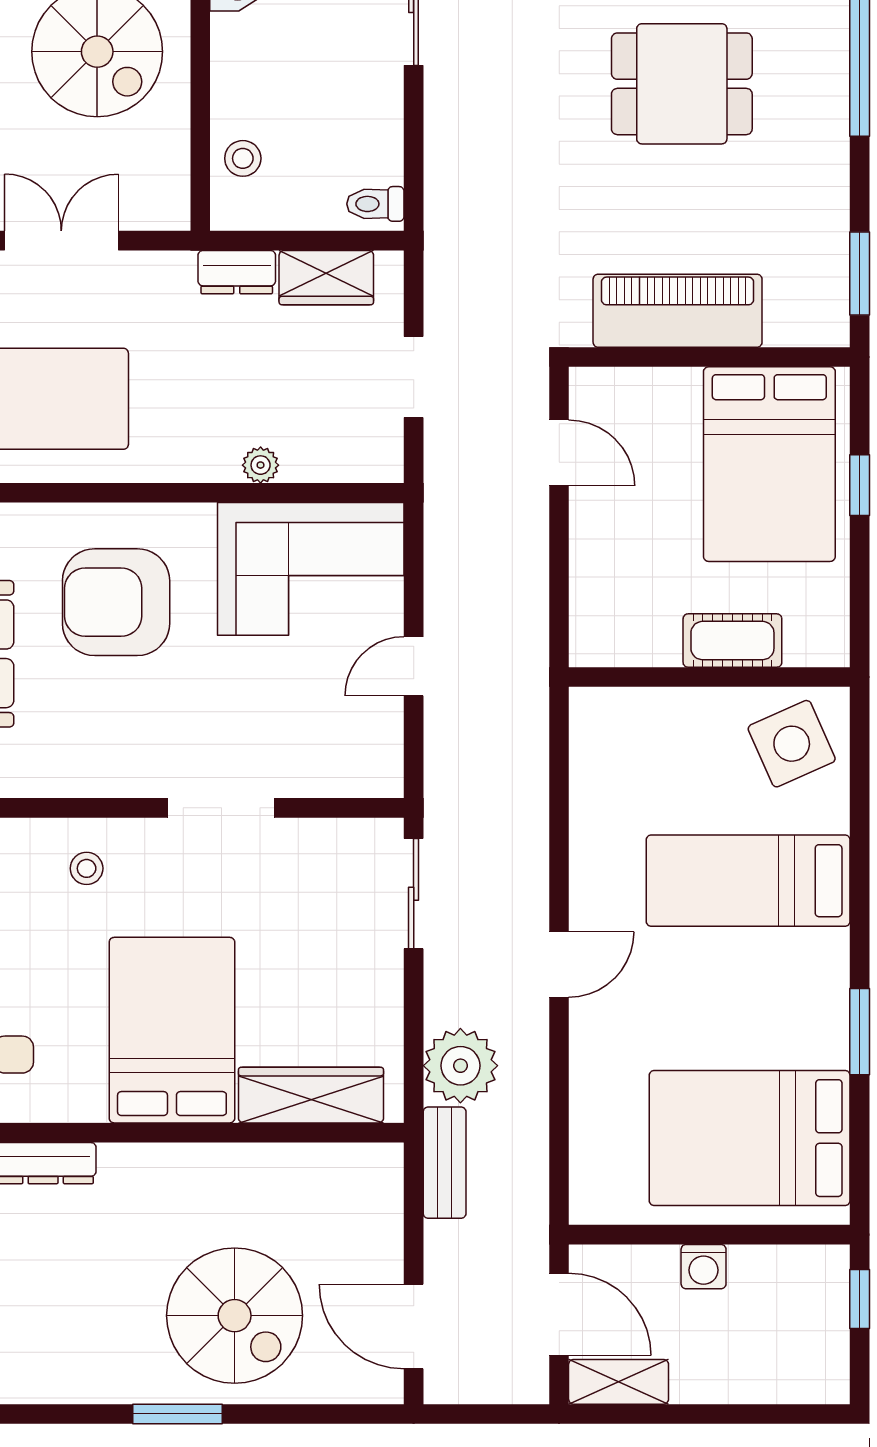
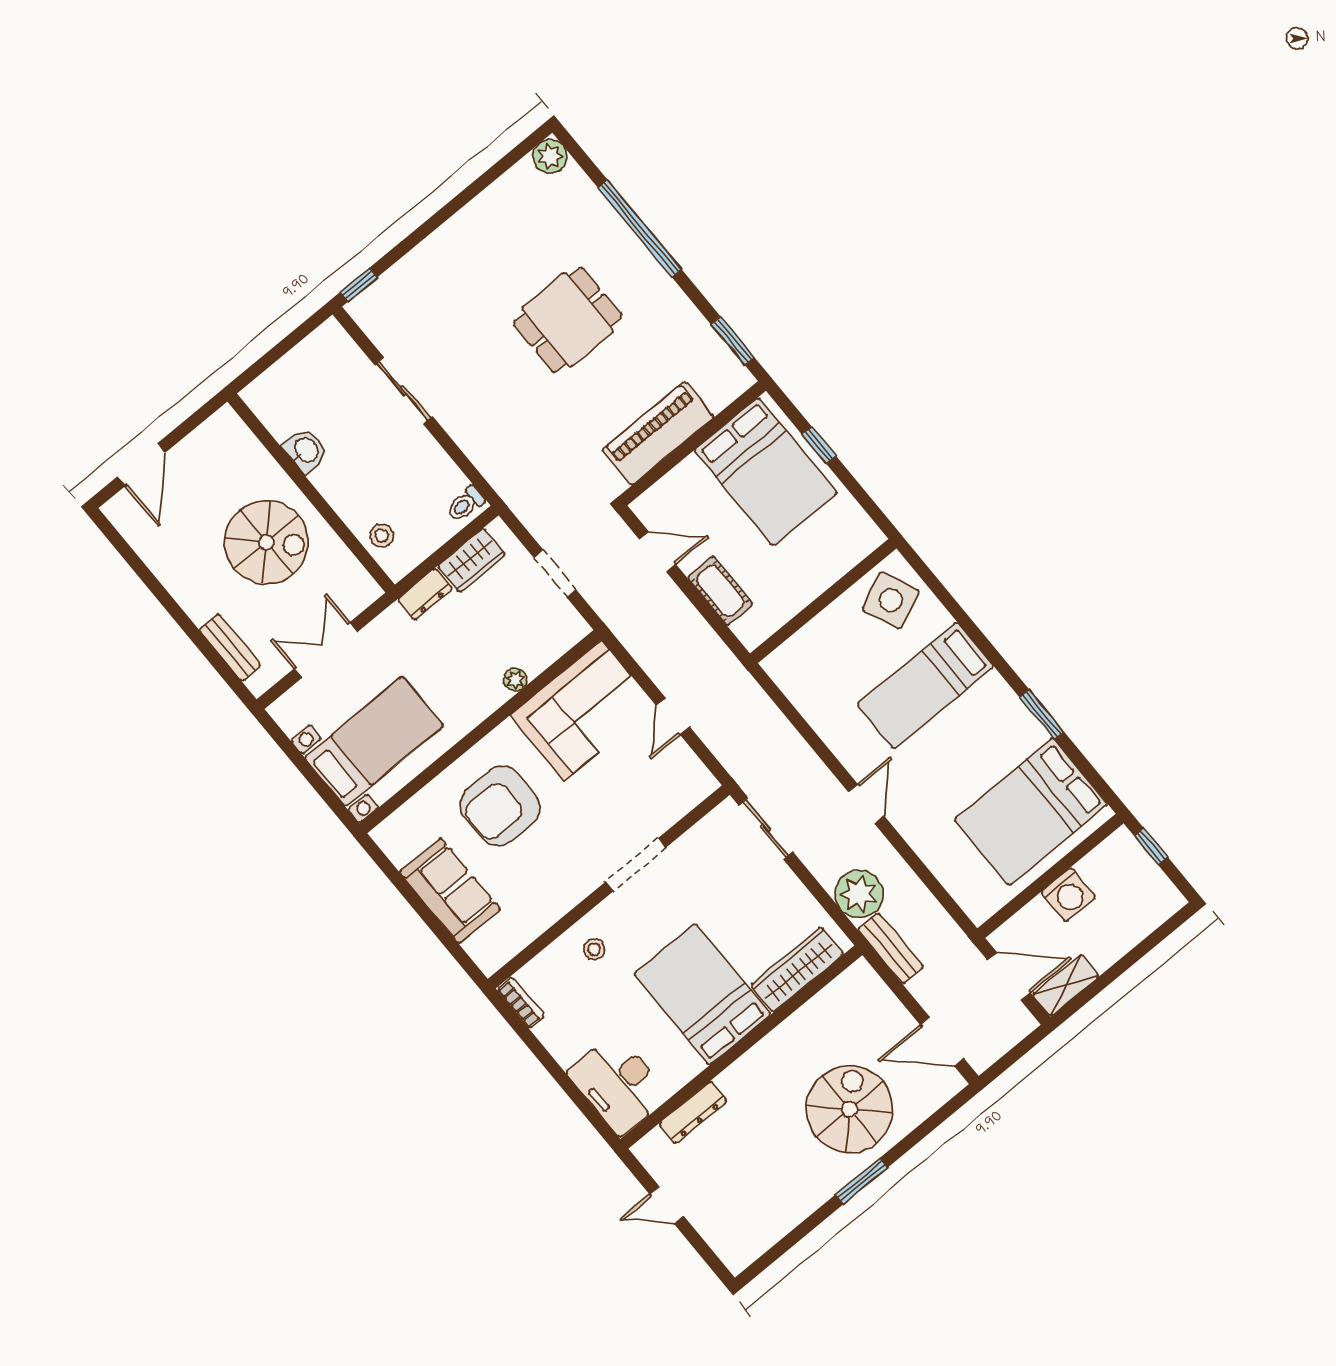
cot: (732, 641) -> (720, 591), moved, turned 90
washing machine: (704, 1267) -> (1068, 895), width x1.38, depth x1.38
spiral stairs: (235, 1316) -> (849, 1109), turned -90

